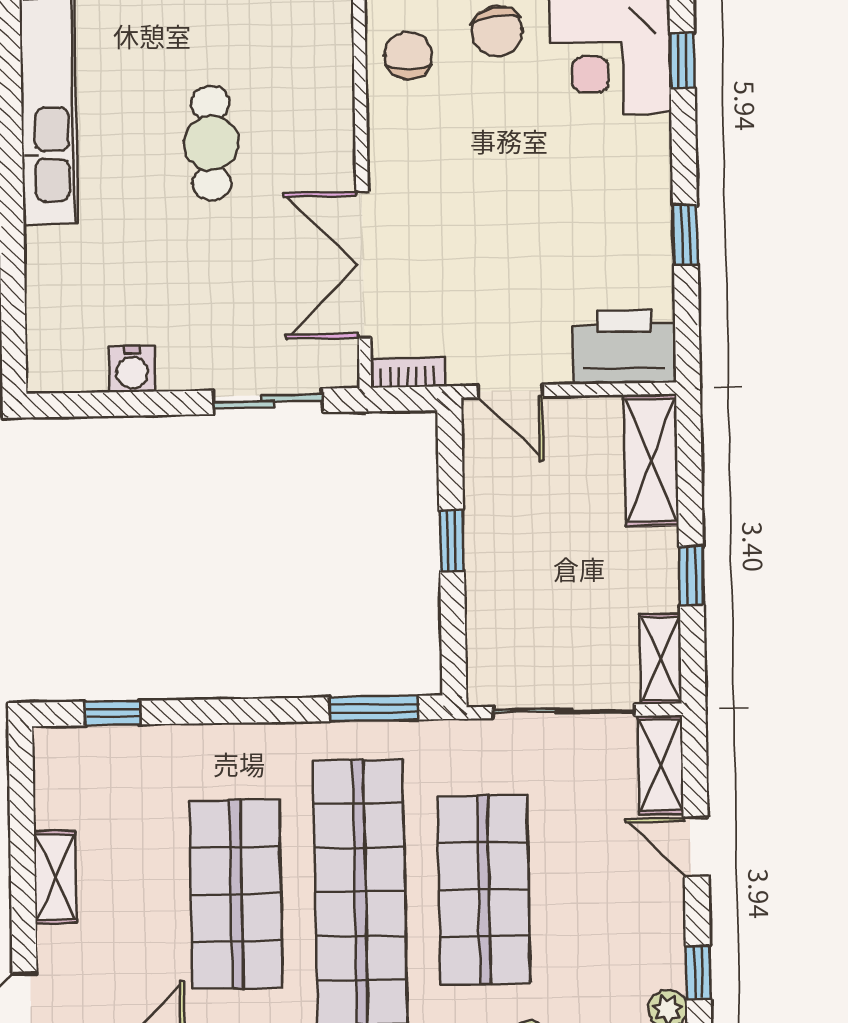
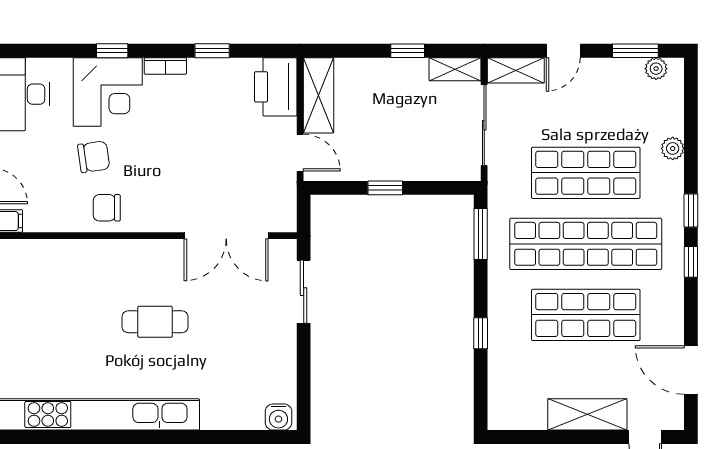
water cooler: (132, 369) -> (278, 417), moved, turned 90
bookcase: (408, 372) -> (165, 66), moved, turned -90
door: (510, 391) -> (300, 153), hinge flipped
shelving: (651, 460) -> (318, 95), moved, turned 90
window: (113, 713) -> (481, 333), moved
shelving: (55, 877) -> (587, 414), width x1.50, depth x1.33
window: (698, 972) -> (635, 51), width x1.50

